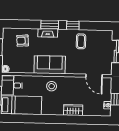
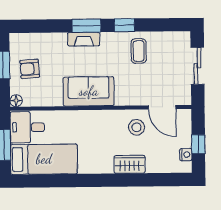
armchair: (23, 41) -> (30, 69), moved
stool: (52, 86) -> (136, 127), moved

